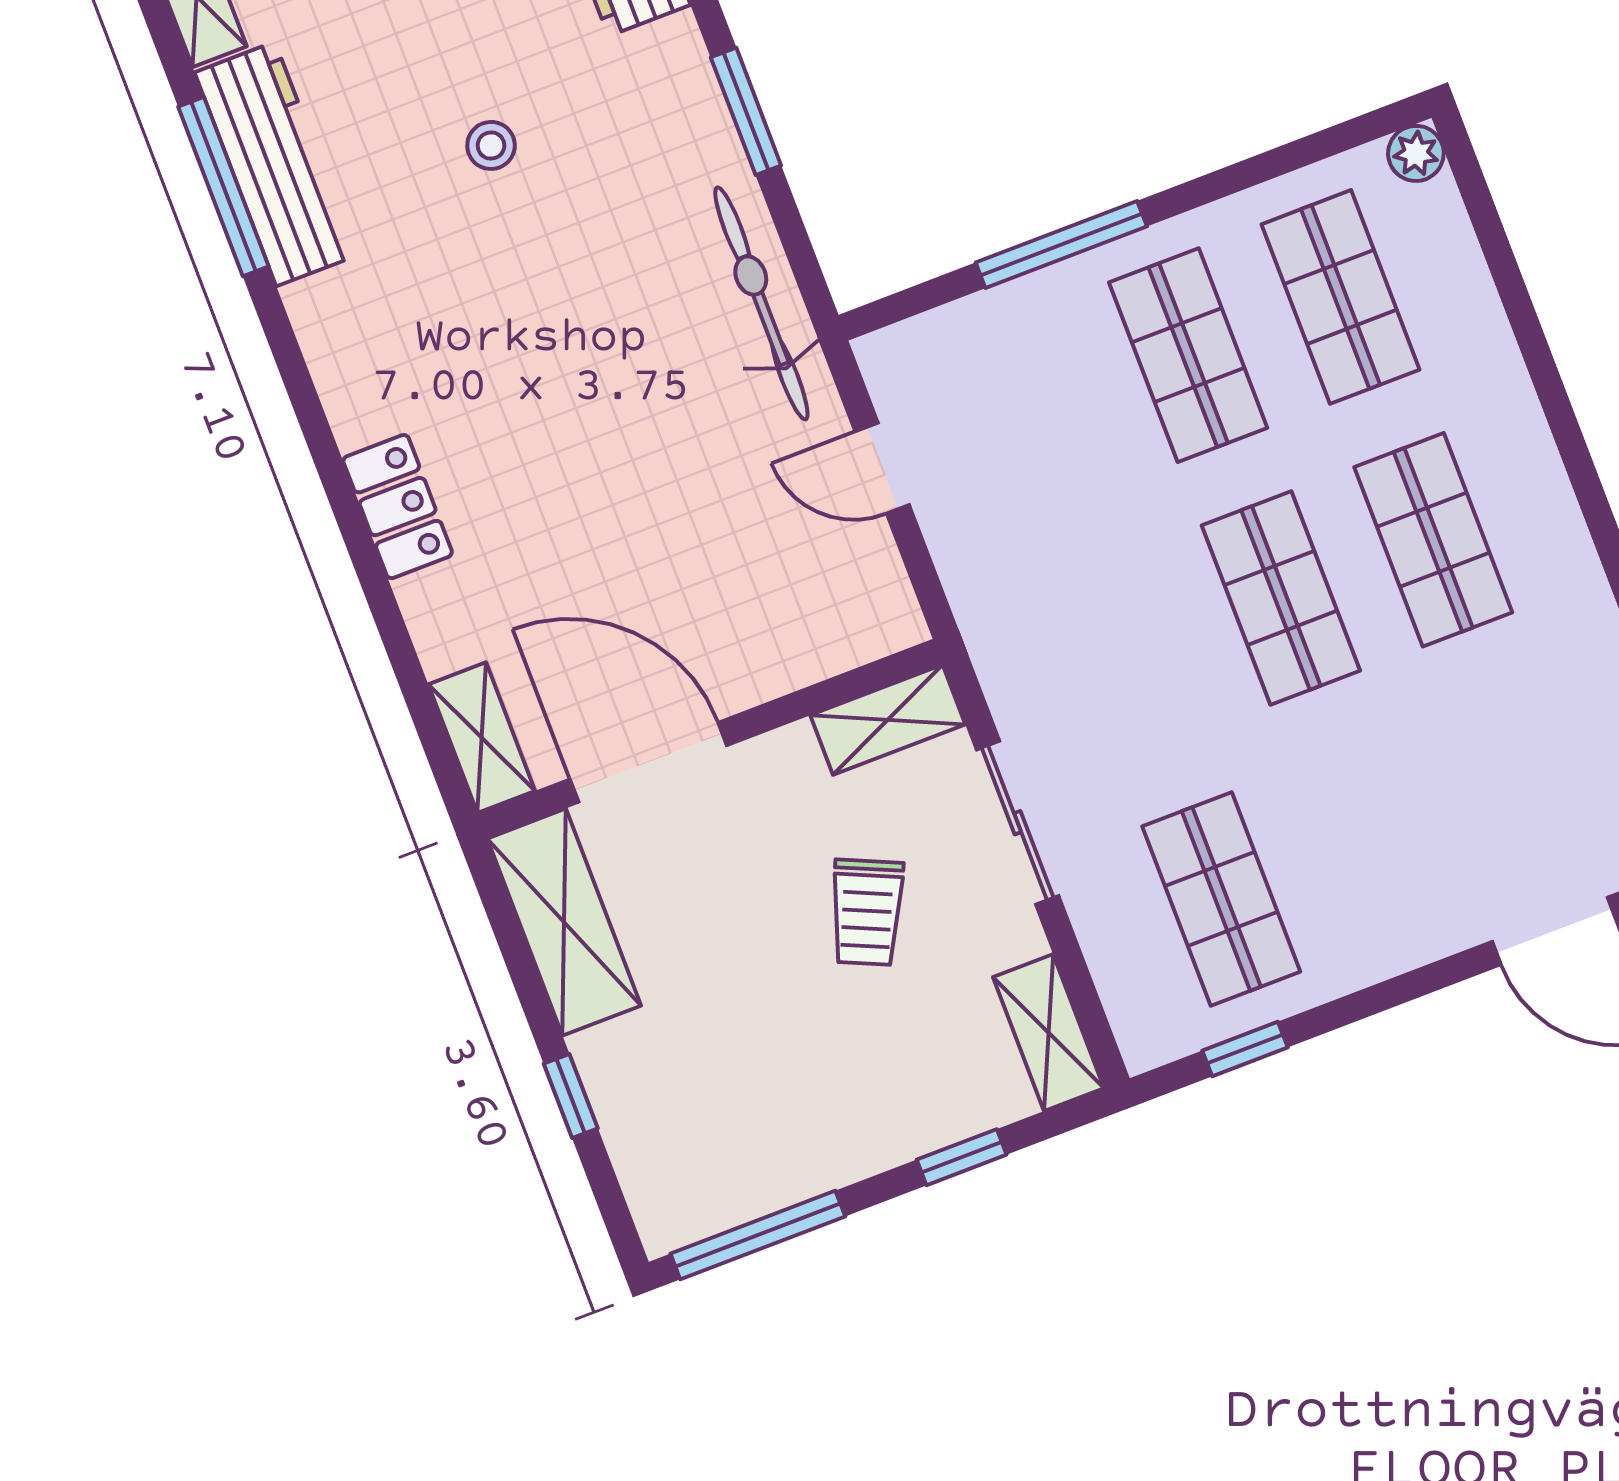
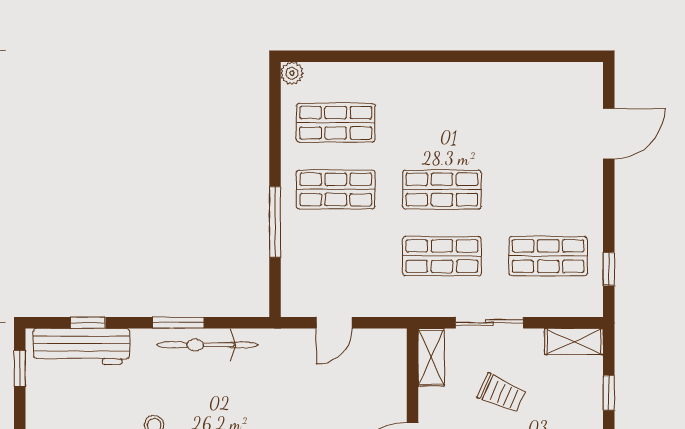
bicycle: (761, 303) -> (207, 345), moved
shop shelf: (1433, 540) -> (442, 256), moved

